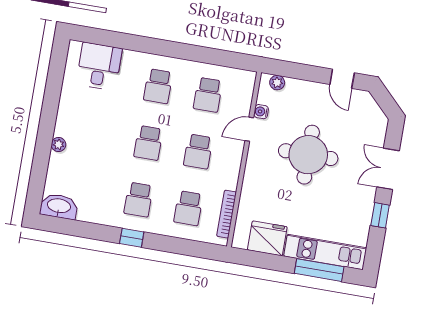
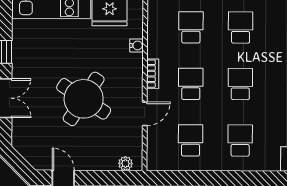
water cooler: (261, 112) -> (137, 45), moved
round table: (308, 155) -> (84, 99), turned 33
bookcase: (227, 214) -> (153, 74), moved, width x0.64

